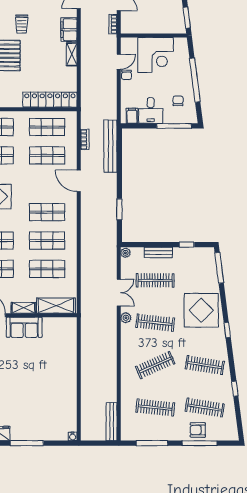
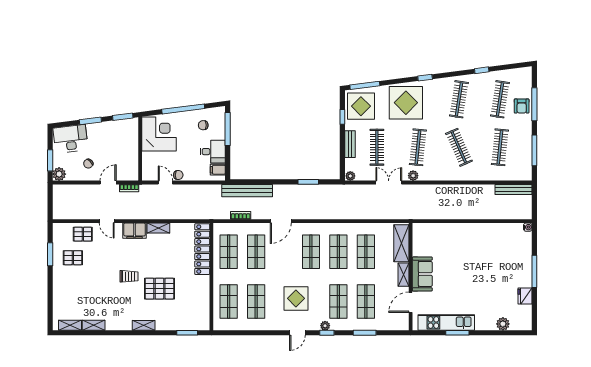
corner desk: (156, 55) -> (159, 134), moved
display table: (198, 264) -> (361, 106), added

